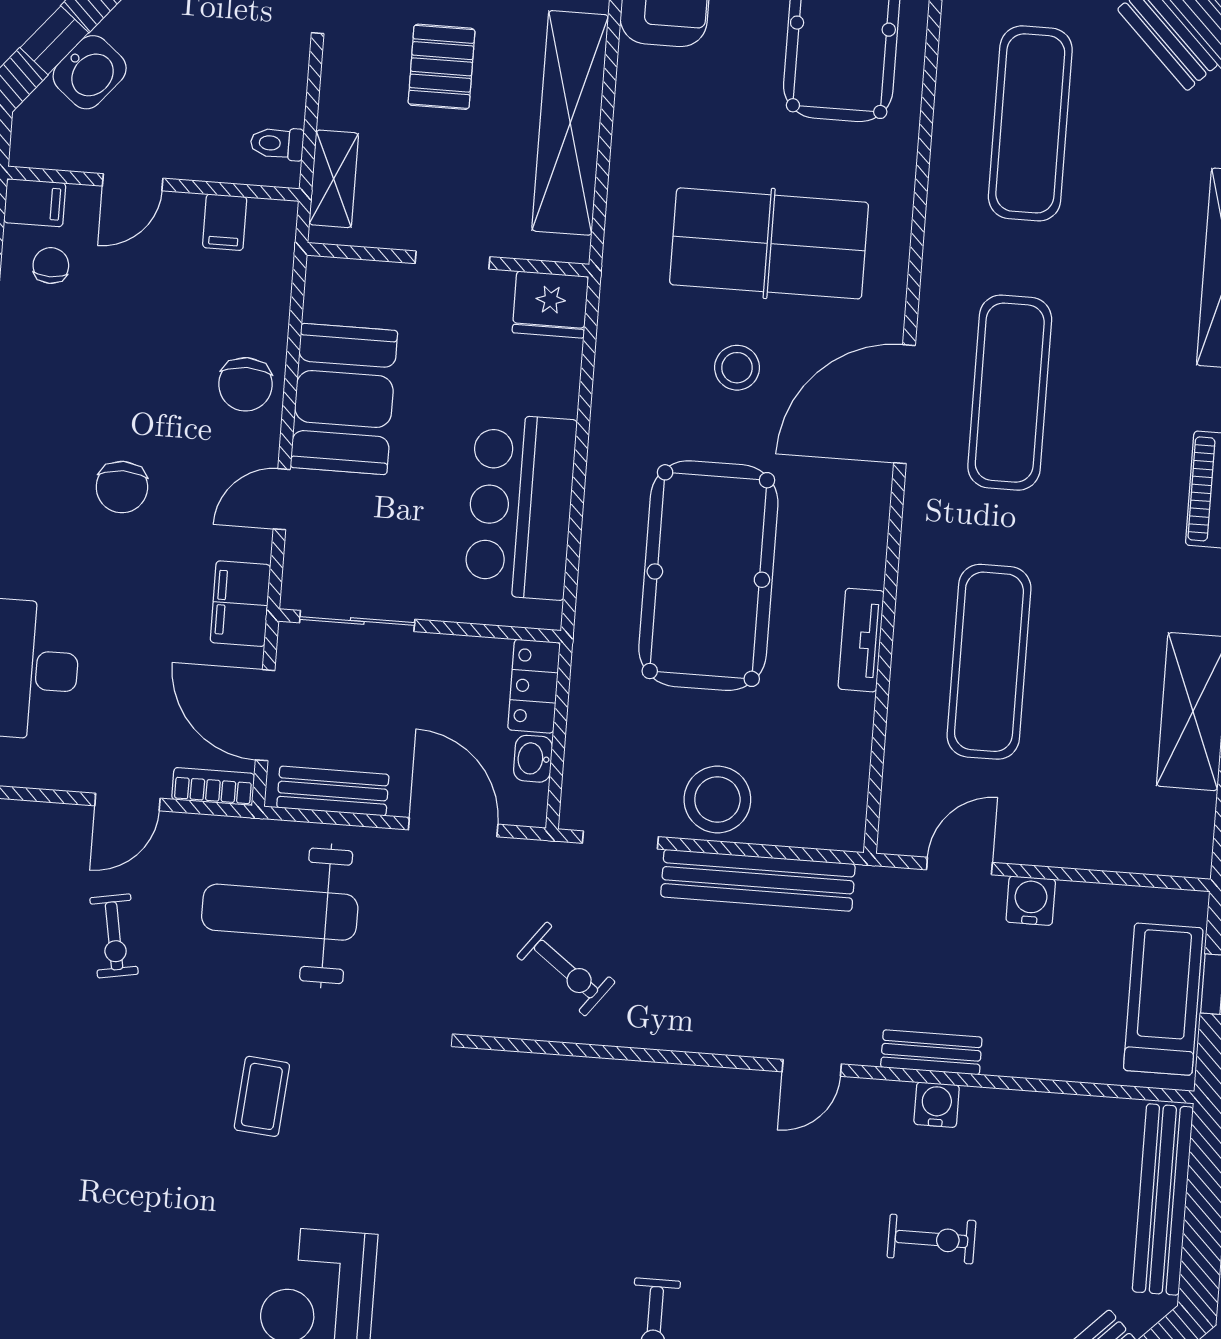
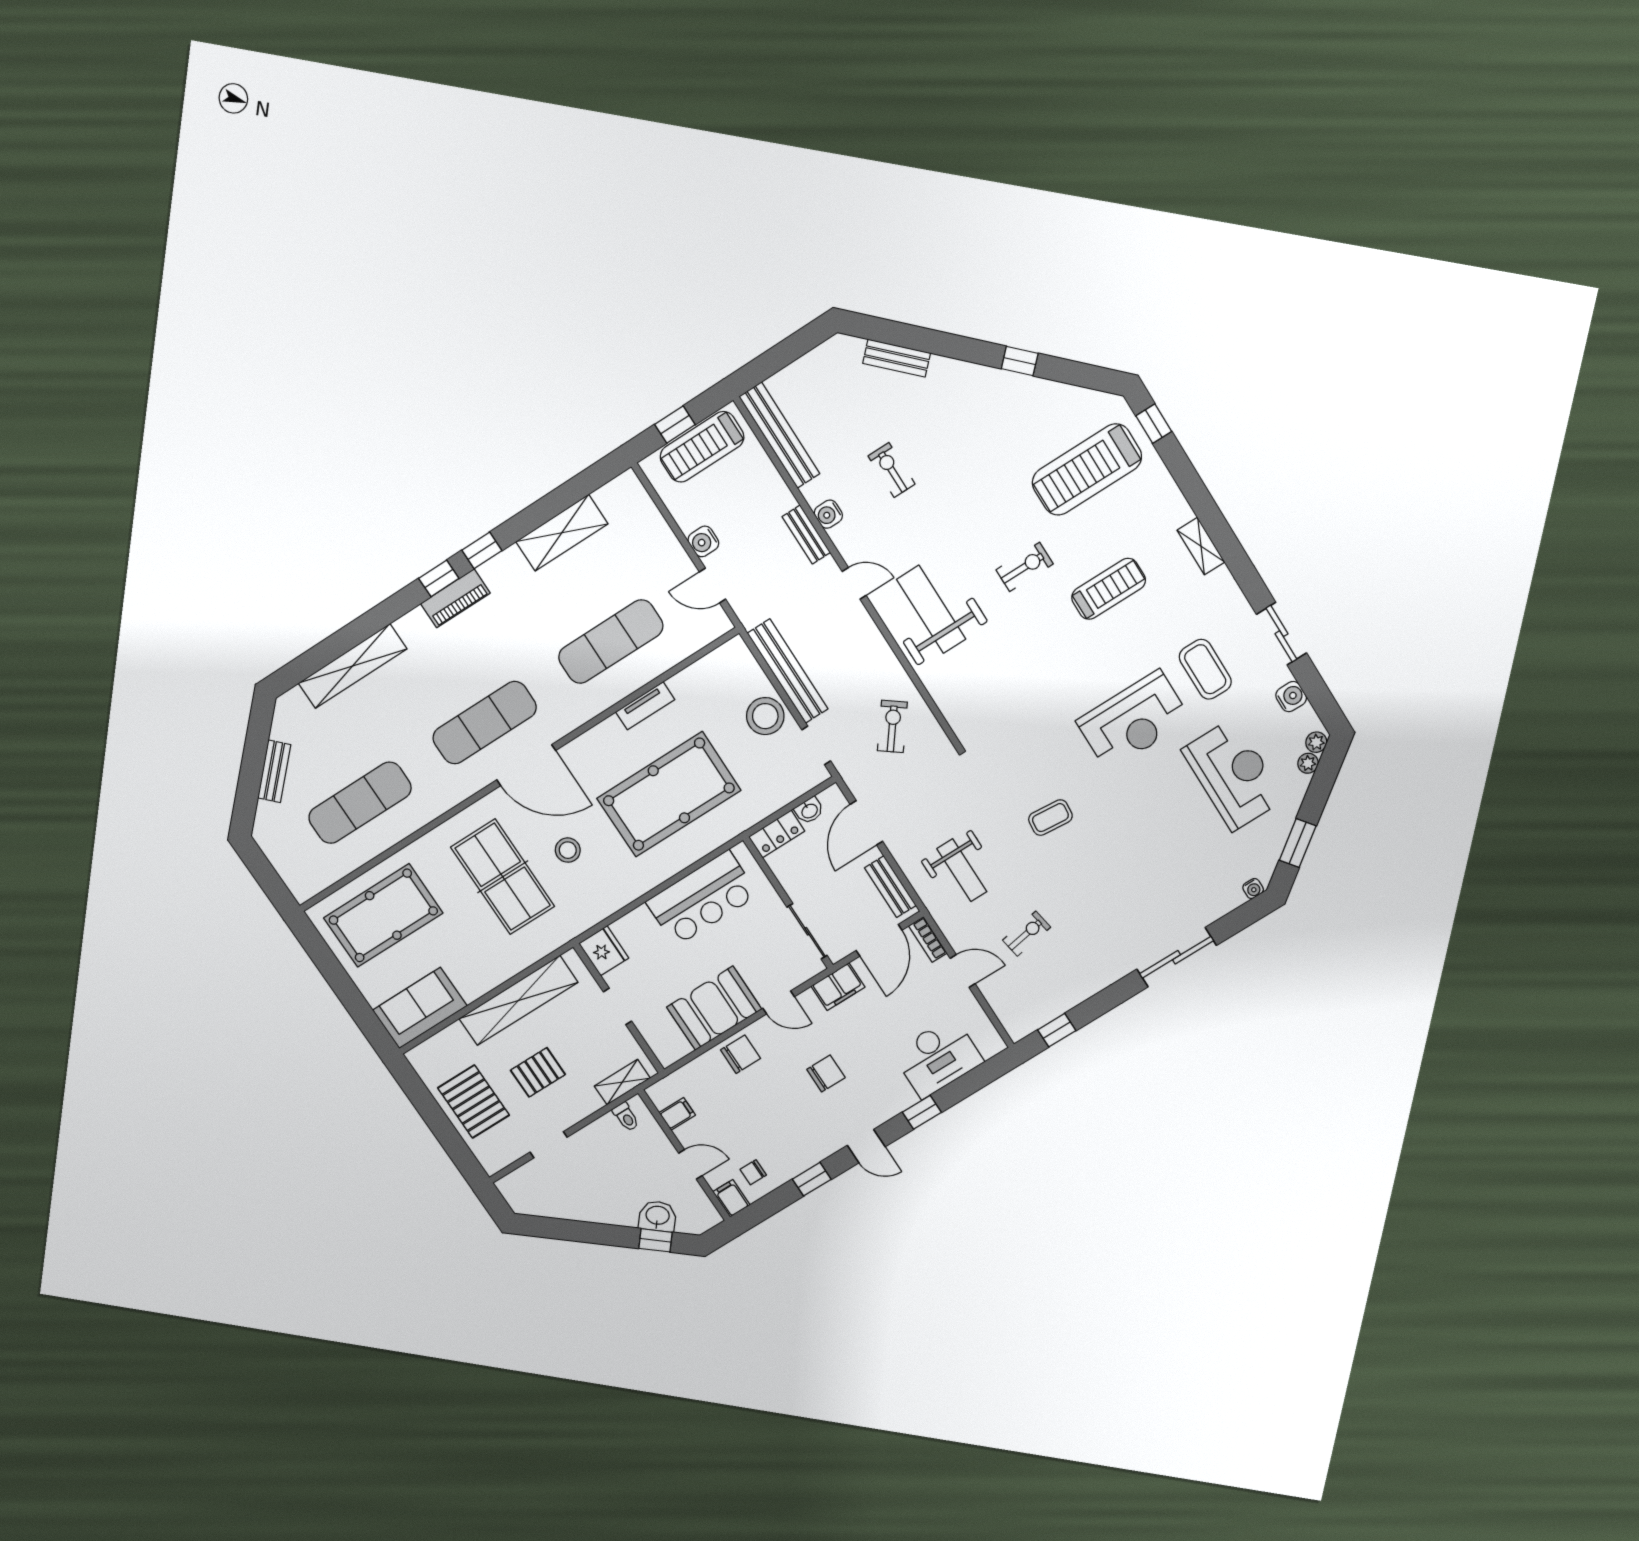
weight bench: (280, 912) -> (962, 870), width x0.73, depth x0.75
weight bench: (693, 1149) -> (931, 609), added
bench: (1163, 1199) -> (779, 435), moved, turned 90

